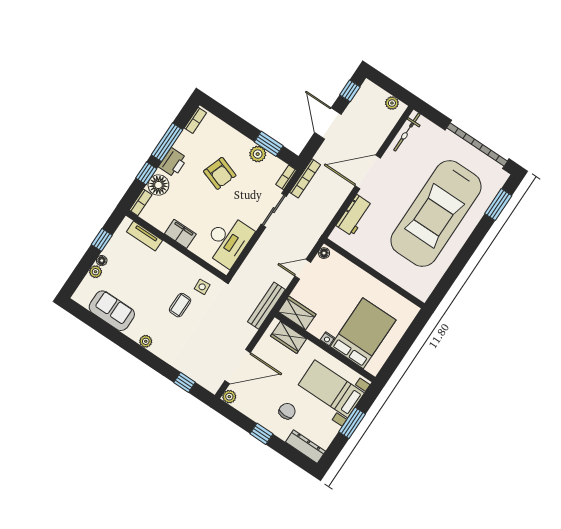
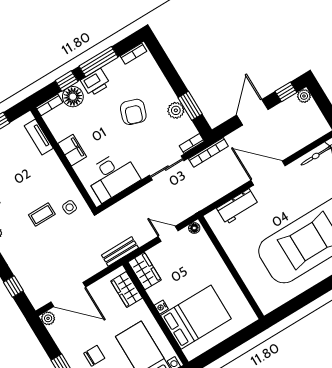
plant: (392, 103) -> (304, 96), moved
bench: (266, 306) -> (120, 251), width x0.73

